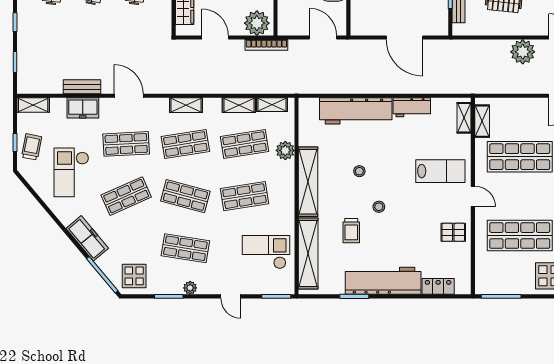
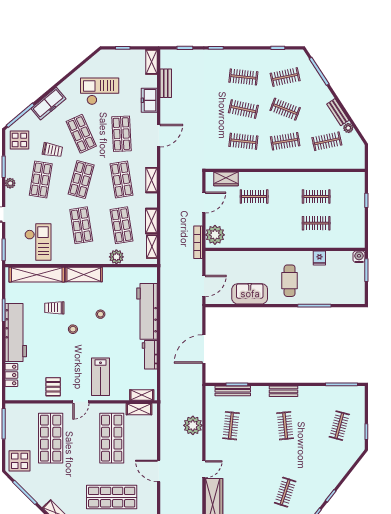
plant: (523, 52) -> (193, 425), moved
bench: (82, 87) -> (166, 83), moved
trolley: (32, 147) -> (52, 150), moved
shelving: (308, 182) -> (84, 274), width x0.68

